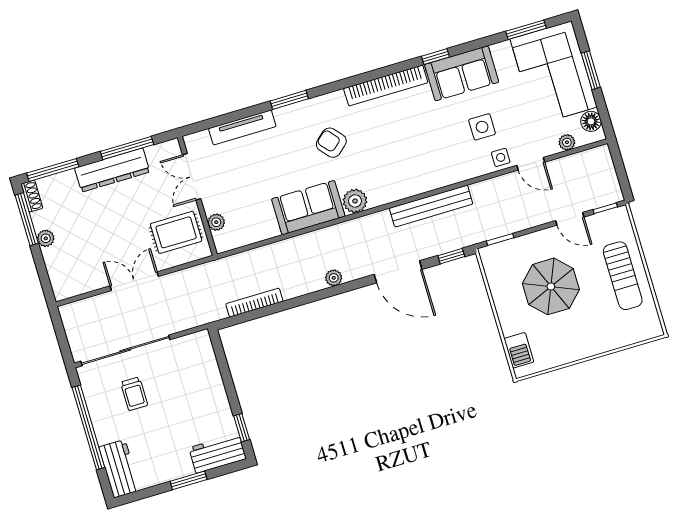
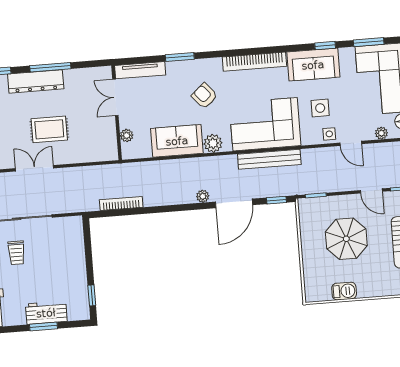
window: (435, 57) -> (325, 46), moved
corner sofa: (416, 162) -> (265, 124), added
double door: (192, 177) -> (115, 97), moved
wall: (197, 196) -> (117, 113), moved
plant: (216, 222) -> (127, 135), moved
rug: (176, 232) -> (49, 129), moved
door: (398, 272) -> (234, 203), hinge flipped
plant: (334, 278) -> (203, 196), moved
barbecue: (519, 350) -> (344, 291), moved, turned -90
workbench: (217, 453) -> (46, 313), moved

